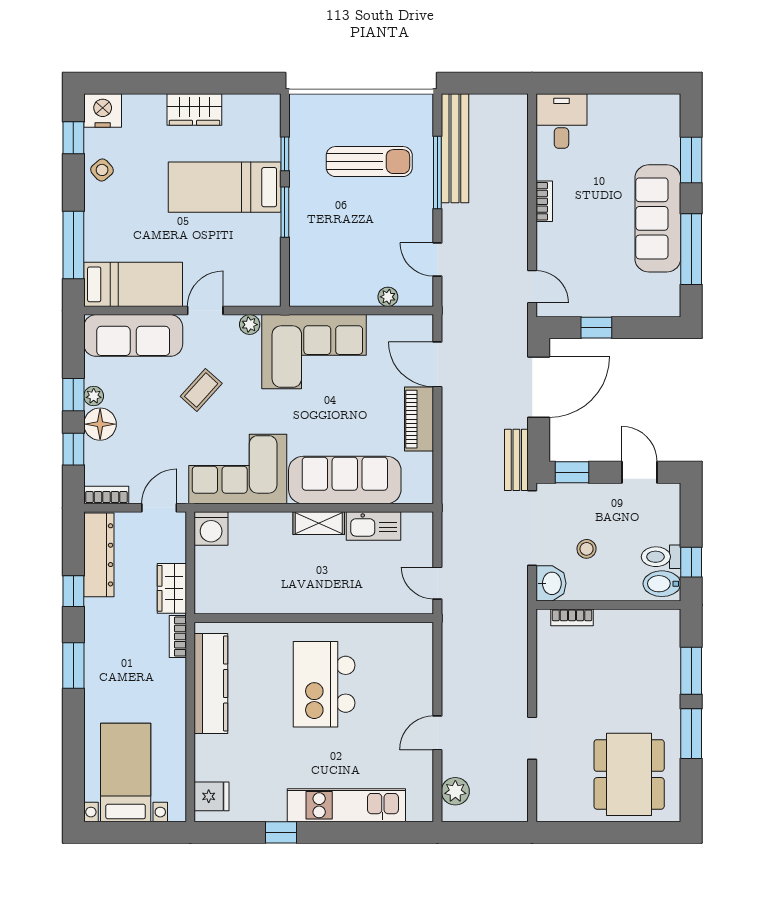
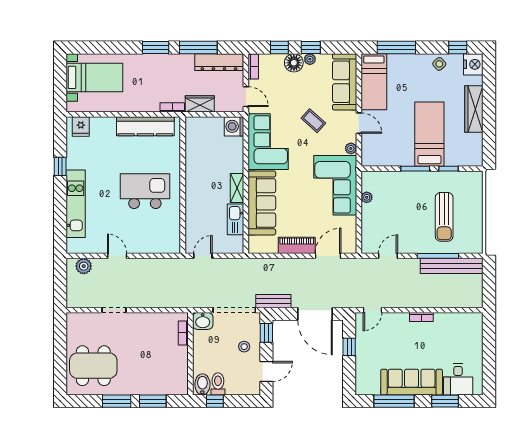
wardrobe: (194, 109) -> (474, 109), width x1.50
desk: (561, 121) -> (458, 379), moved, turned 90
plant: (388, 297) -> (367, 197), moved
stool: (587, 549) -> (244, 347), moved
window: (73, 591) -> (198, 47), width x2.17

